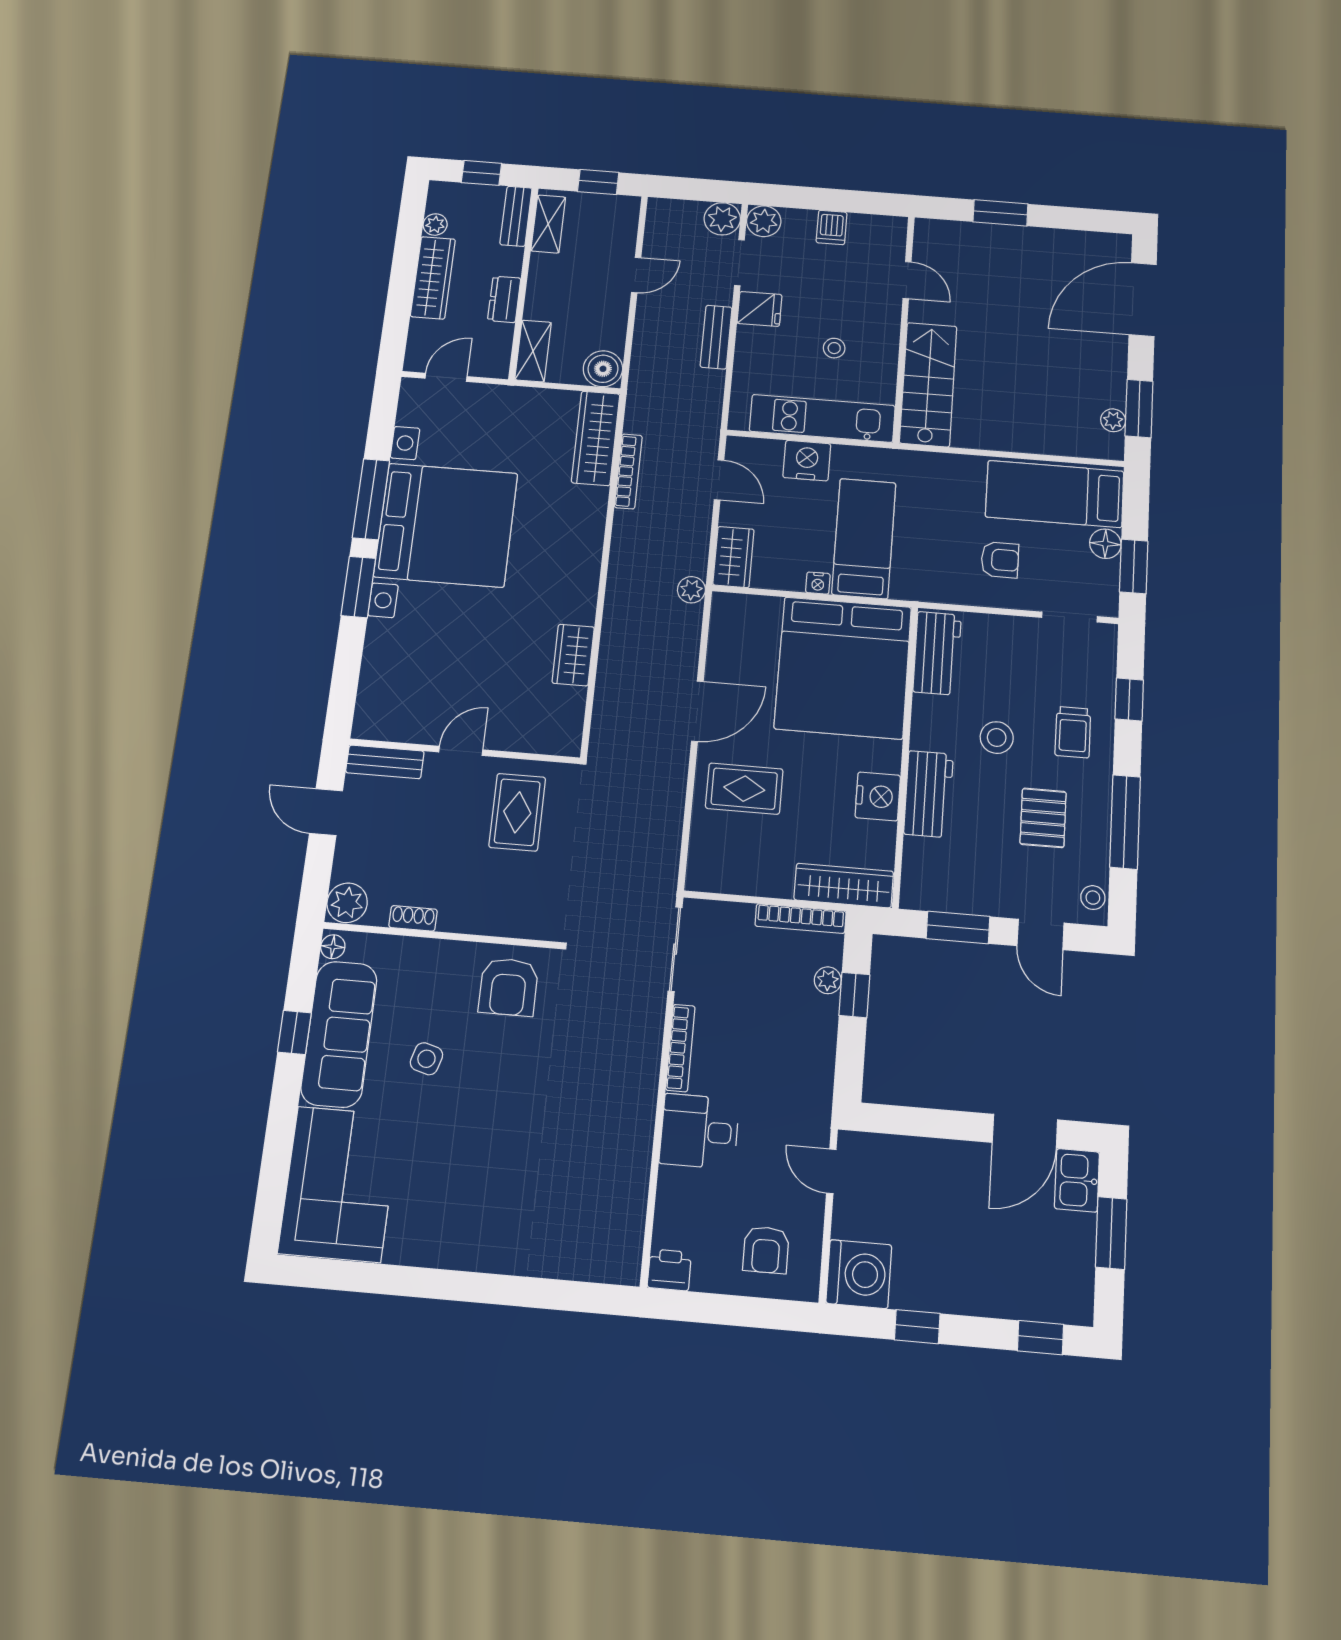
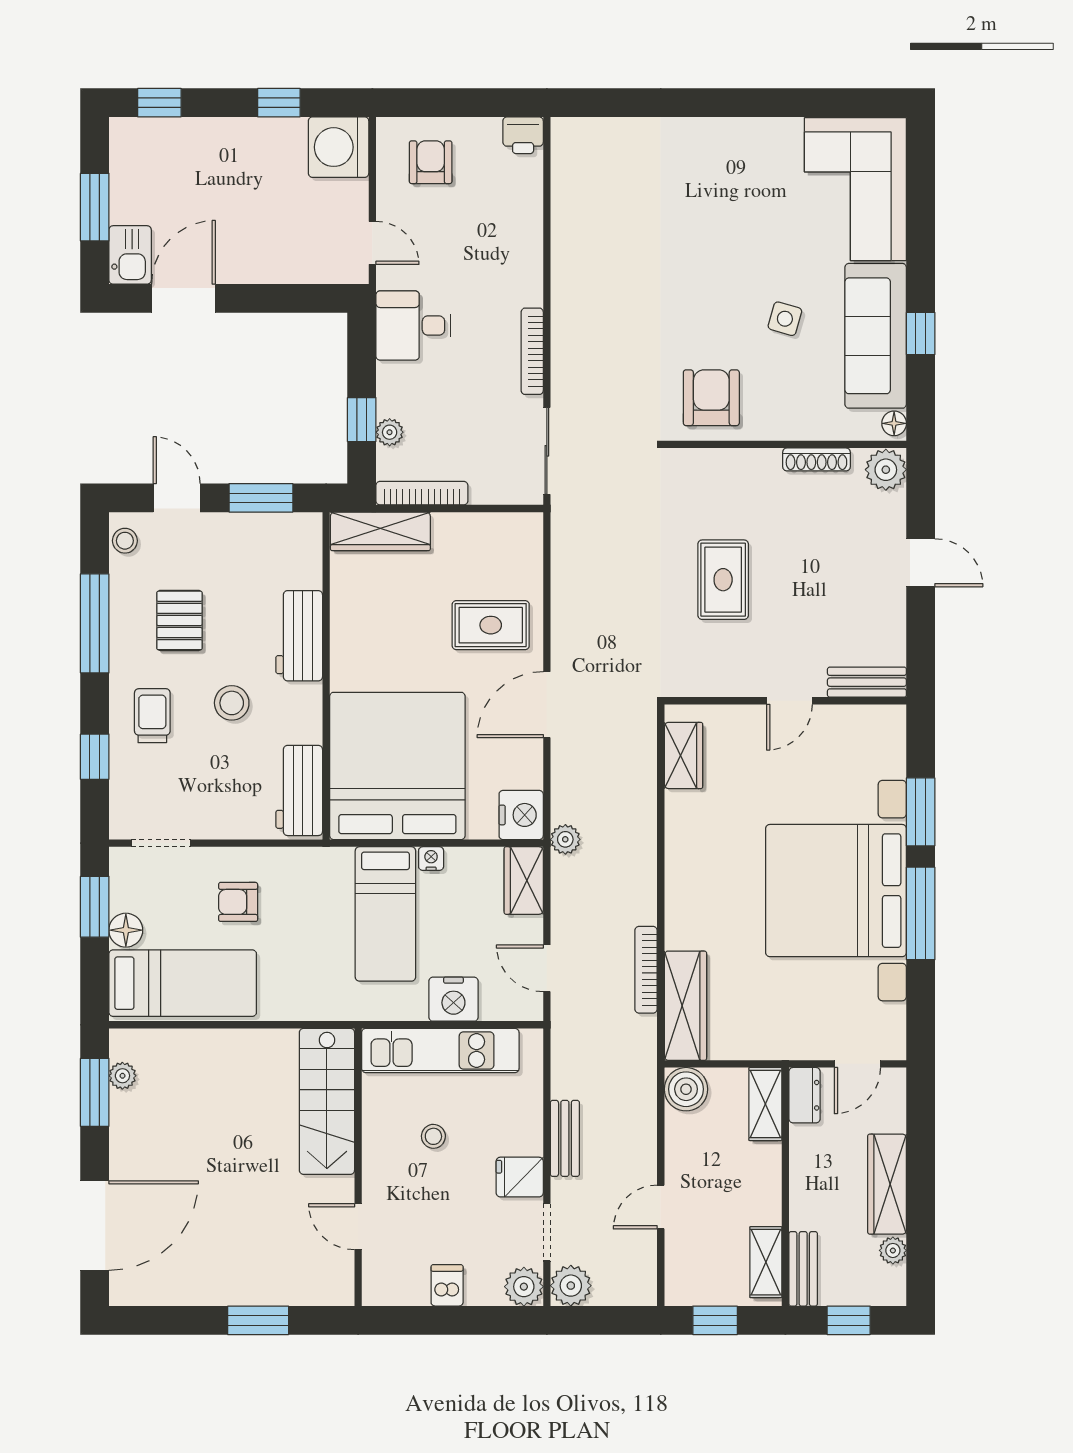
dresser: (504, 299) -> (805, 1095), moved
door: (461, 751) -> (789, 701), moved
wall: (465, 751) -> (785, 701), moved
bench: (385, 762) -> (867, 682), moved
nightstand: (878, 796) -> (521, 815), moved, turned 180
shoe rack: (413, 918) -> (816, 459), width x1.43
desk: (699, 1131) -> (413, 326), moved, turned 180

